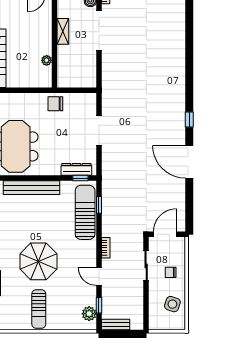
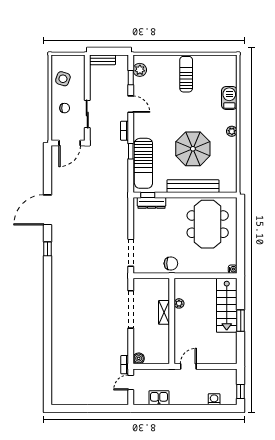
shelving: (63, 31) -> (164, 312), moved
doorway: (99, 31) -> (131, 309), moved
doorway: (99, 131) -> (131, 253), moved
door: (189, 162) -> (47, 210), swing flipped
window: (99, 205) -> (131, 151), moved
parasol: (38, 261) -> (193, 149), moved
bench: (116, 325) -> (103, 60), moved

